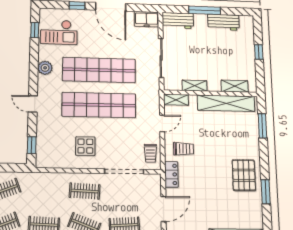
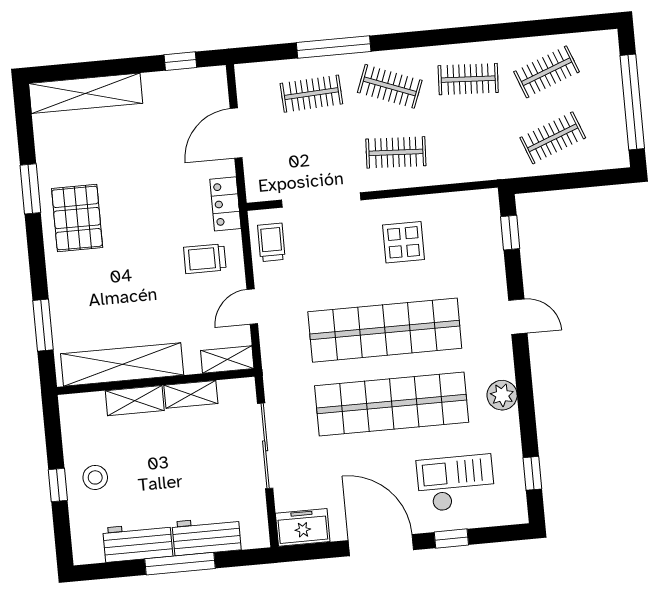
workbench: (178, 20) -> (207, 536), moved
checkout: (59, 32) -> (456, 483), moved
stool: (241, 53) -> (95, 477), added
shelving: (235, 86) -> (135, 401), moved

